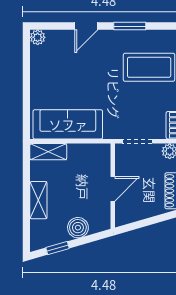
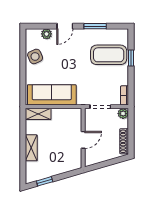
plant: (38, 37) -> (47, 34), moved
side table: (44, 70) -> (35, 56), added
boiler: (78, 228) -> (59, 167), removed

